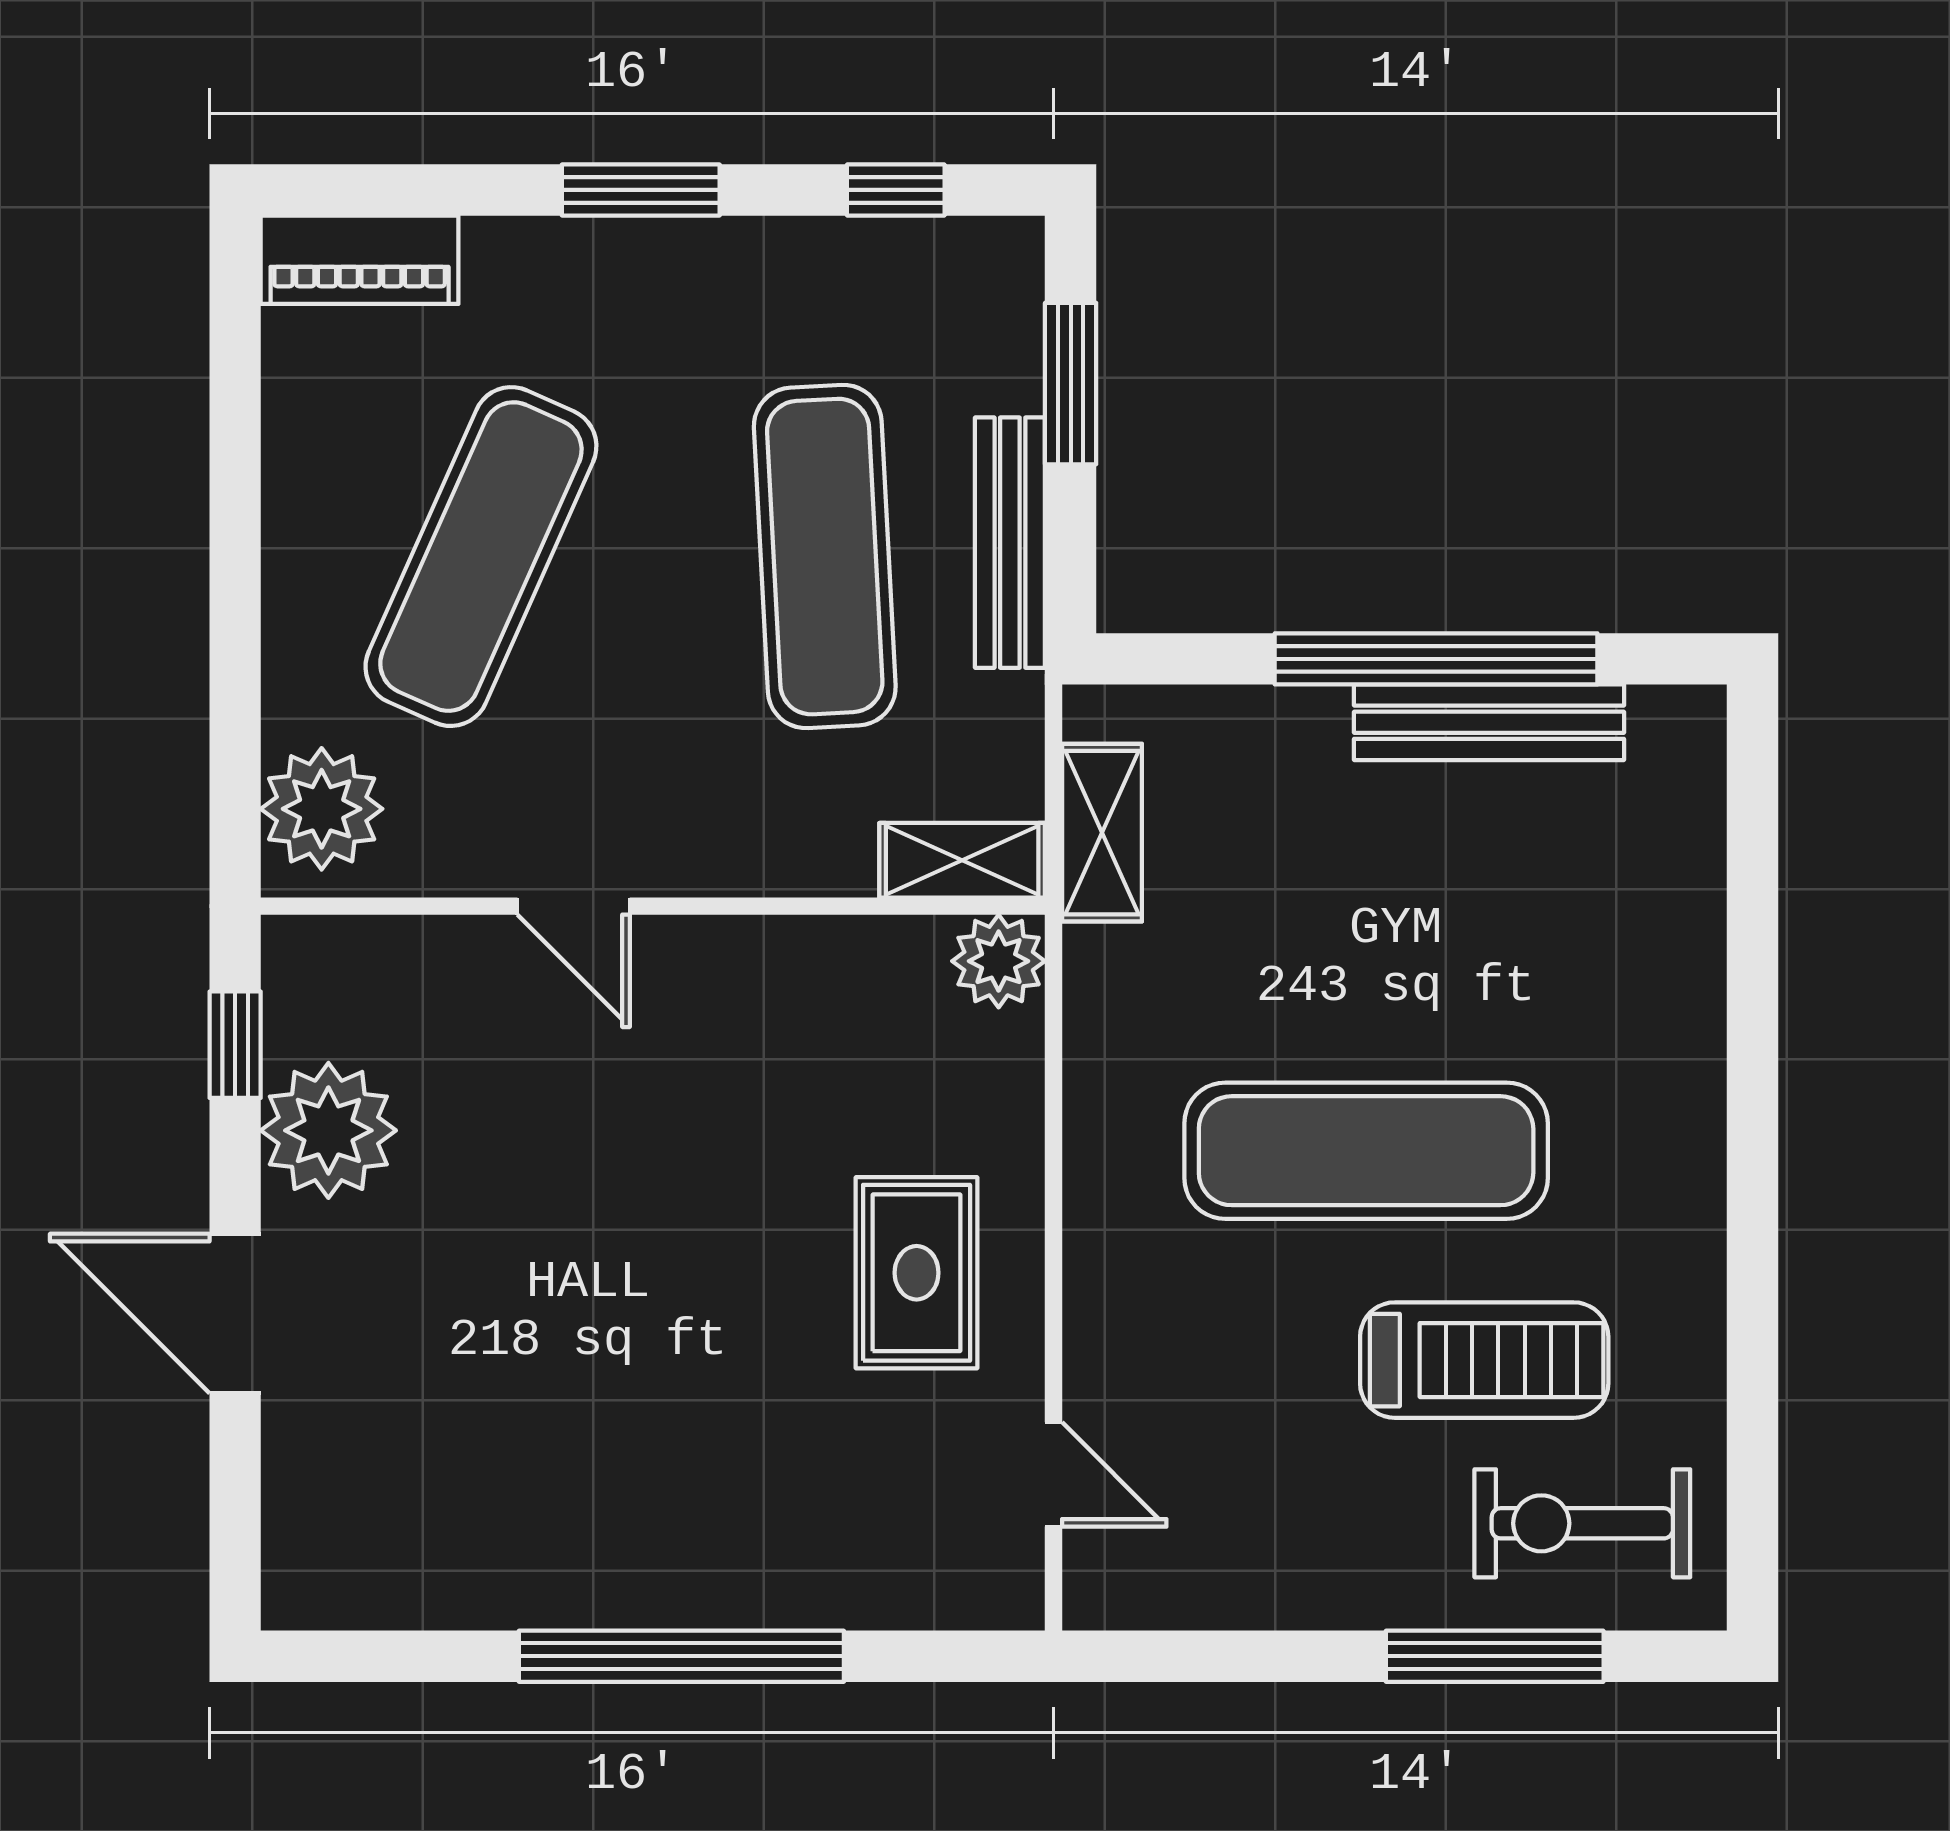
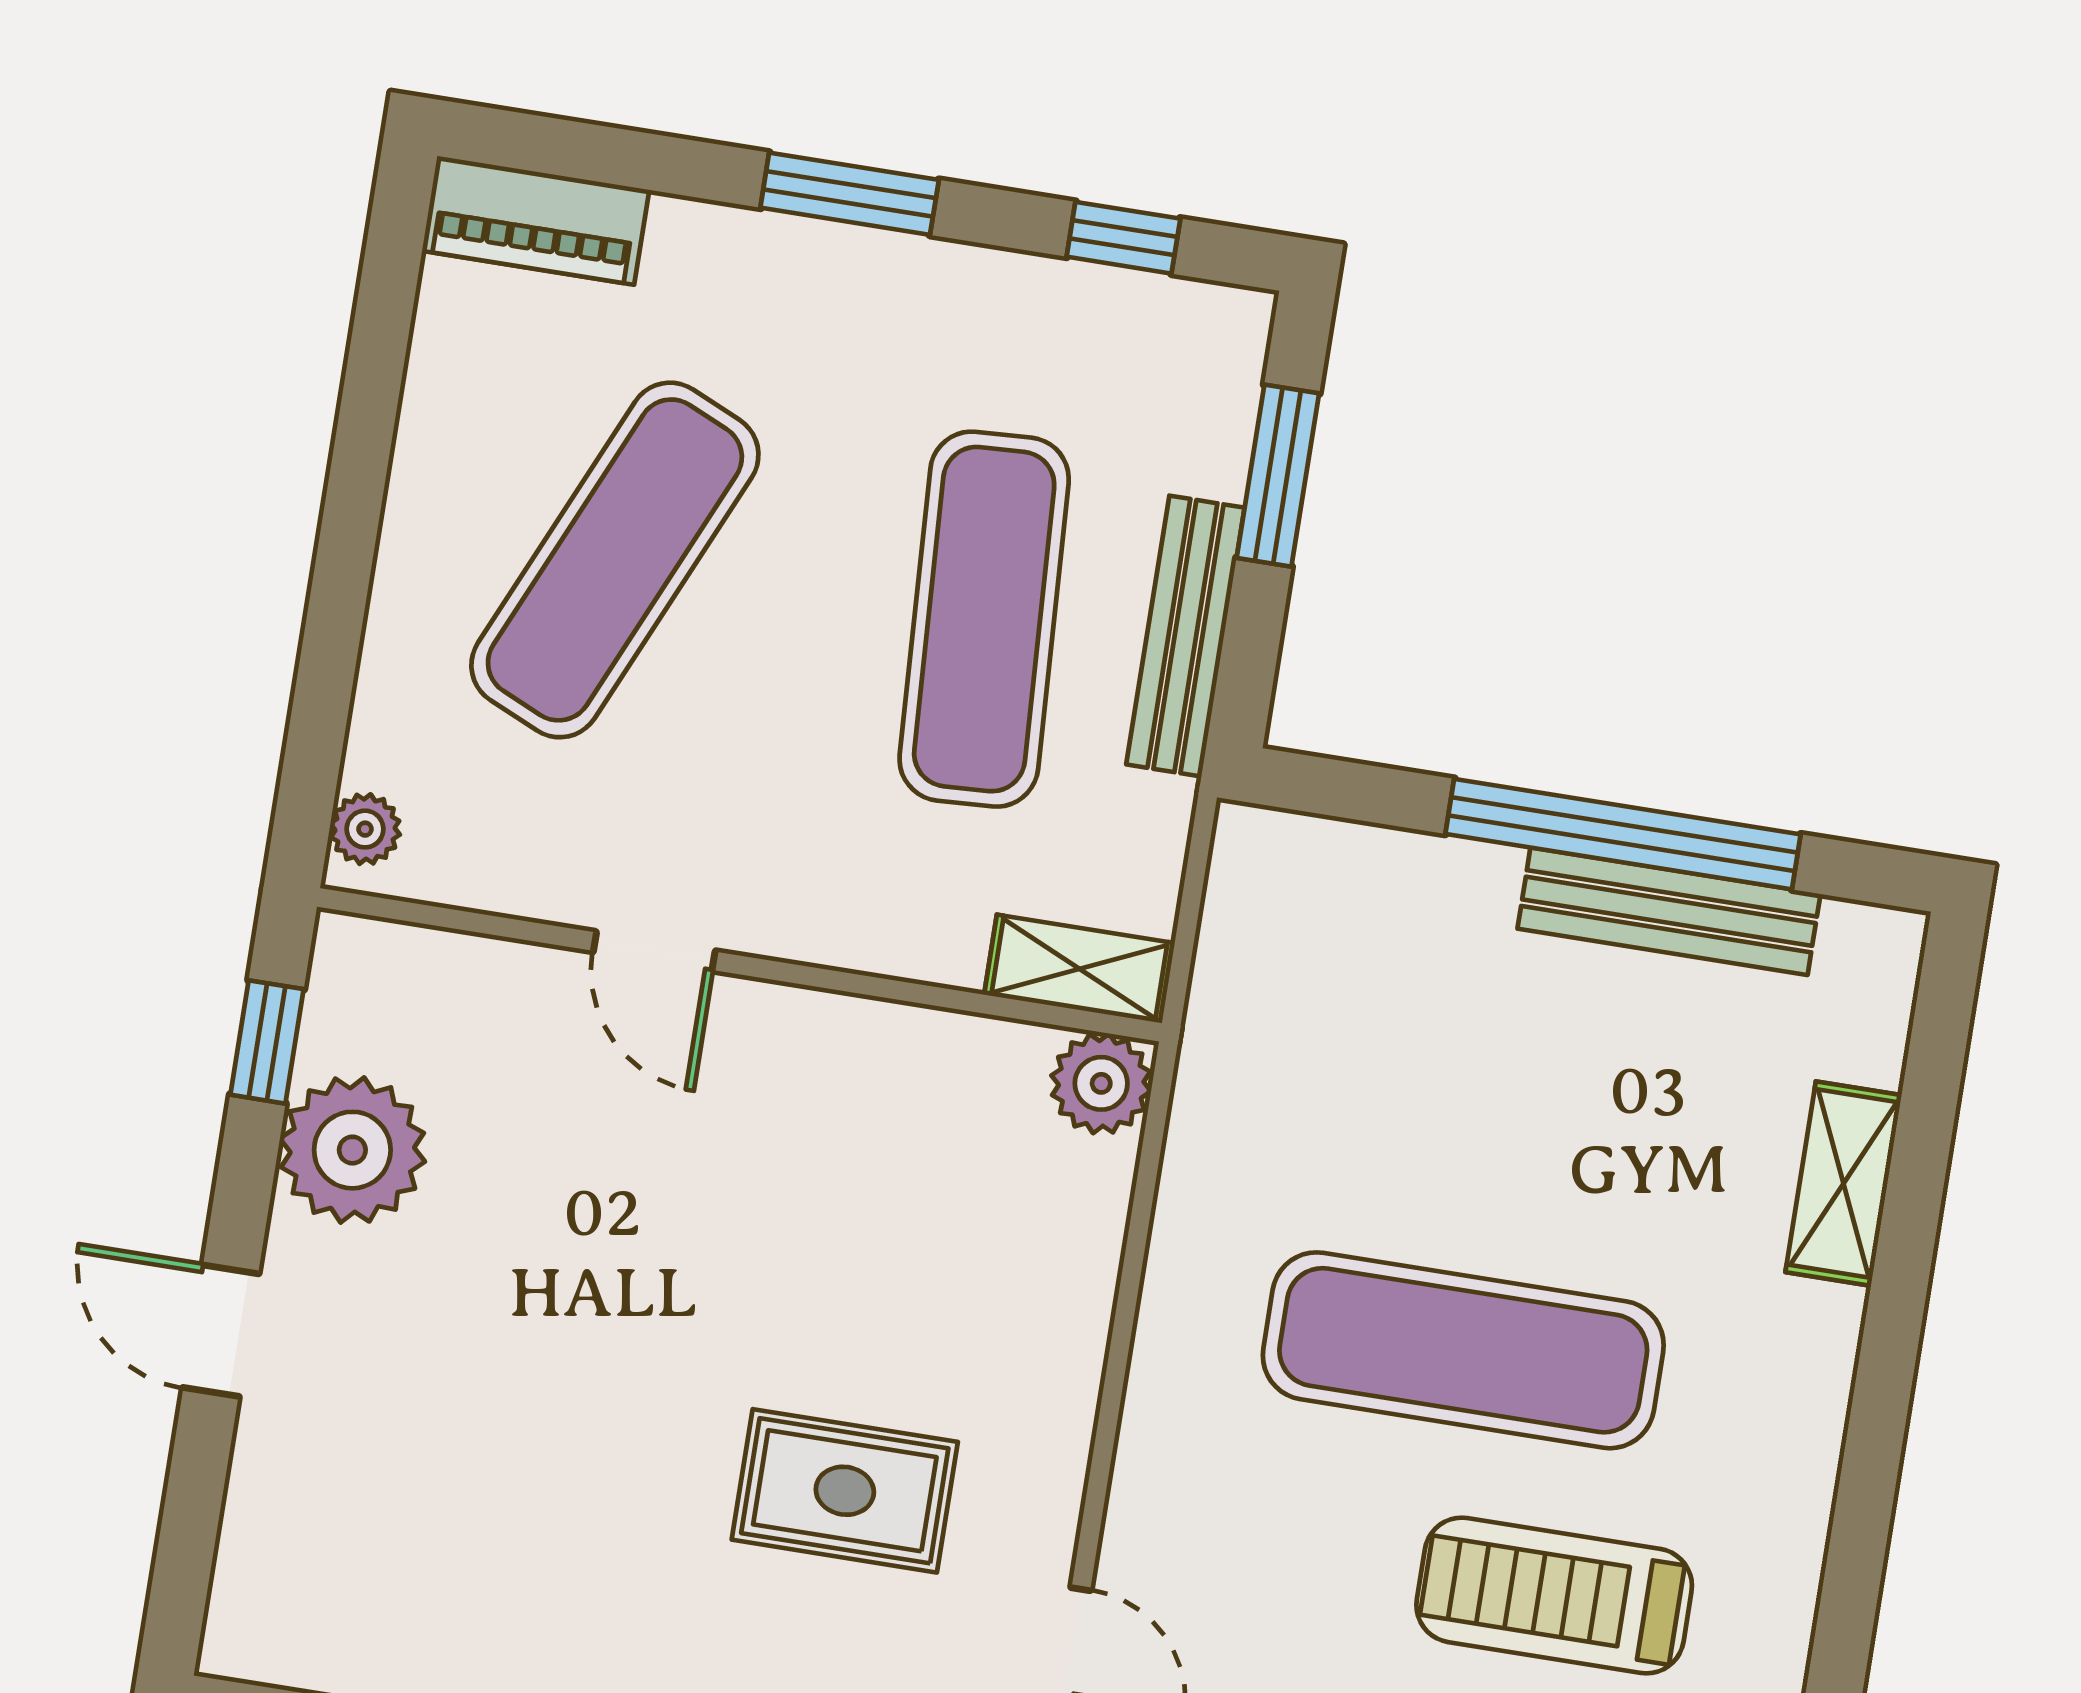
plant: (322, 809) -> (365, 829), width x0.53, depth x0.53
shelving: (1102, 833) -> (1843, 1184), moved
rug: (917, 1273) -> (845, 1491), moved, turned 90
door: (235, 1314) -> (221, 1331), width x0.73
treadmill: (1484, 1360) -> (1554, 1595), turned 180

